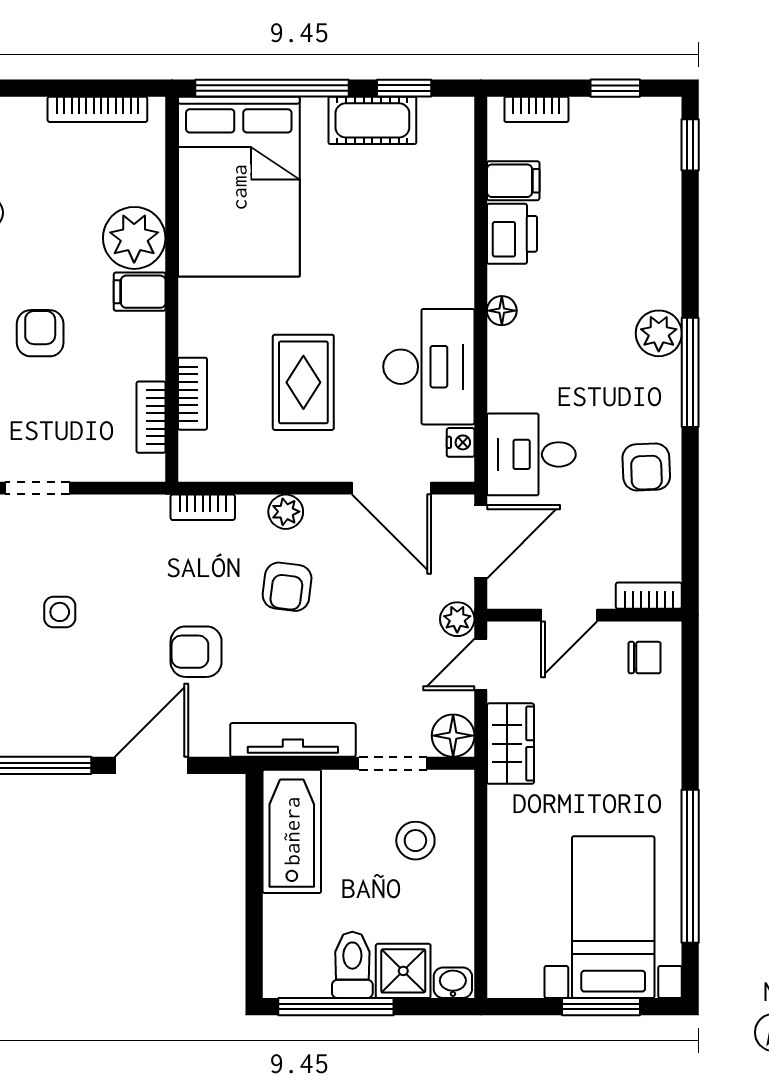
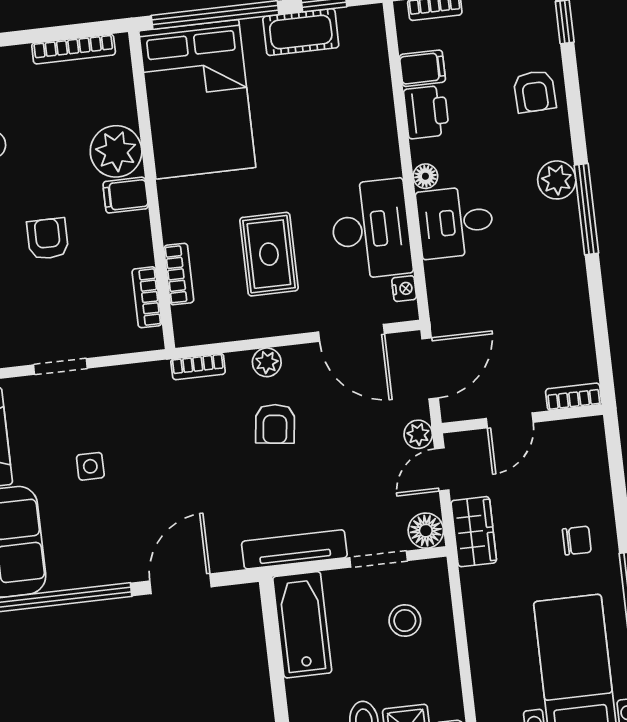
desk: (531, 454) -> (455, 222), moved
armchair: (646, 467) -> (535, 91), moved
armchair: (196, 652) -> (206, 486), removed
chair: (645, 658) -> (577, 541), moved

